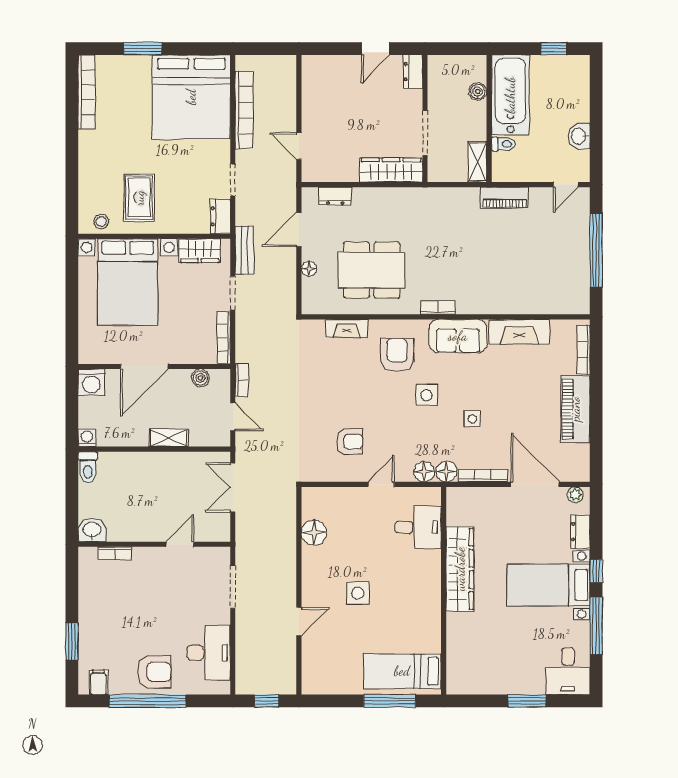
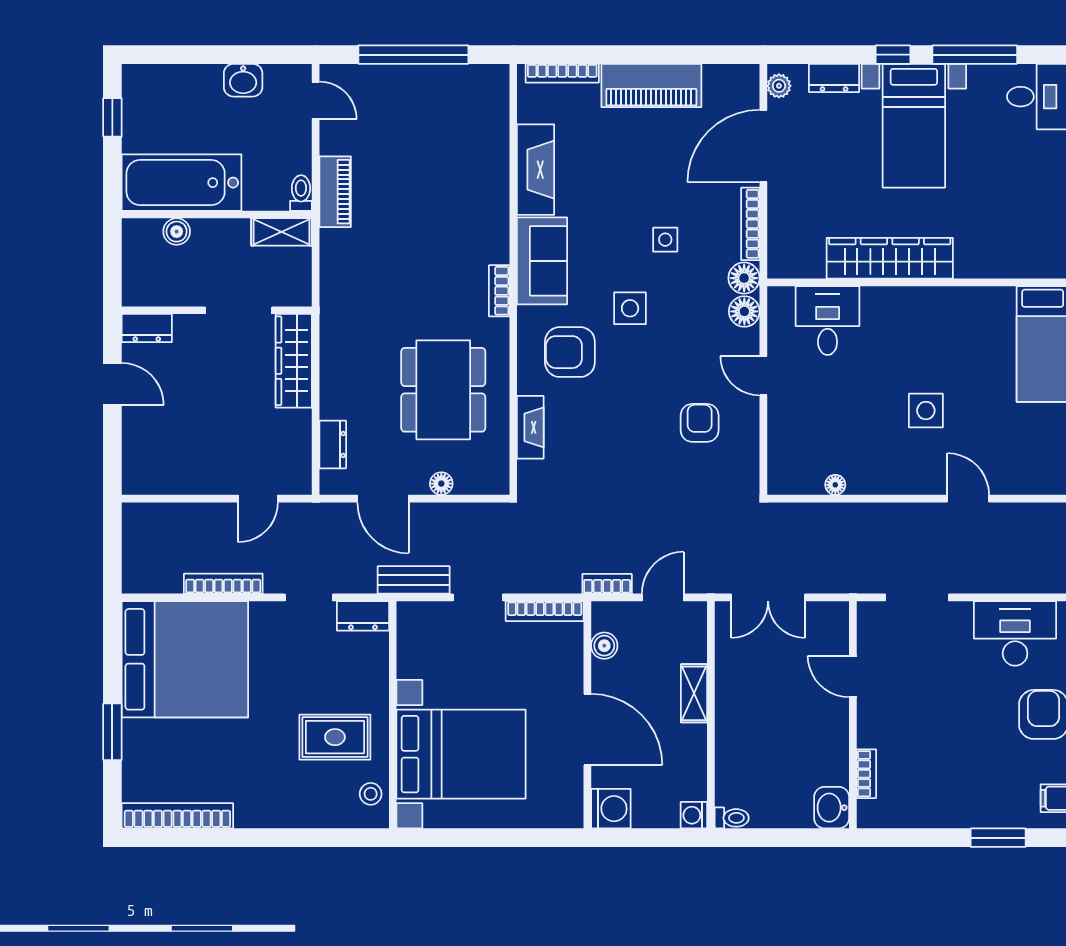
bookcase: (244, 110) -> (223, 584), width x0.68, depth x0.76
toilet: (503, 144) -> (301, 193), moved
wardrobe: (200, 251) -> (414, 647), removed
toilet: (88, 467) -> (732, 818), width x0.73, depth x0.72
floor lamp: (314, 532) -> (835, 485), width x0.53, depth x0.53

